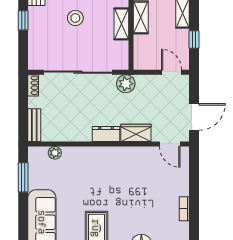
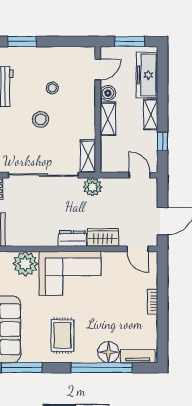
shelving: (121, 24) -> (88, 156), moved
plant: (55, 153) -> (25, 264), width x1.88, depth x1.88
corner sofa: (104, 168) -> (70, 273), added
bookcase: (184, 209) -> (153, 302), moved

